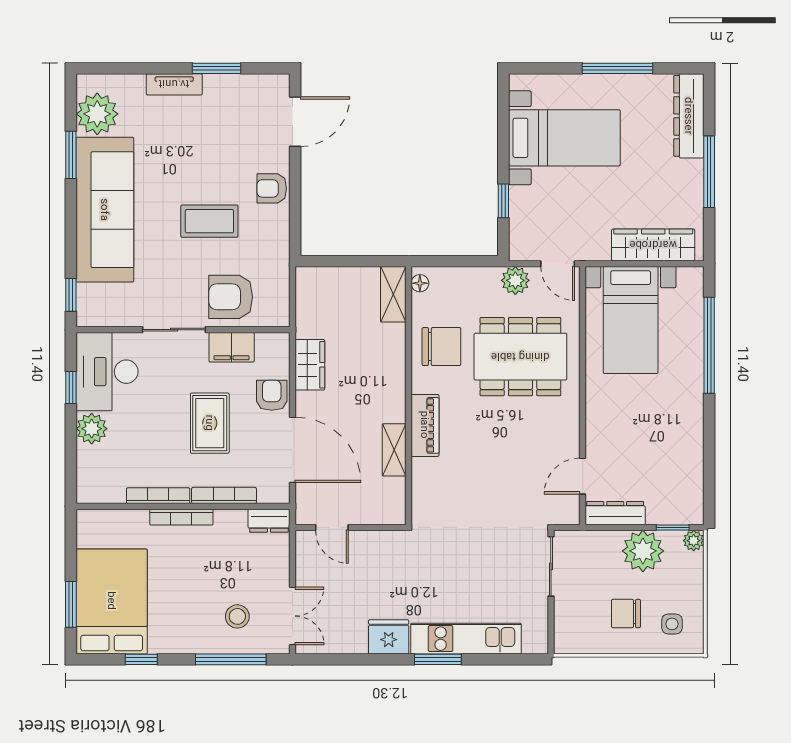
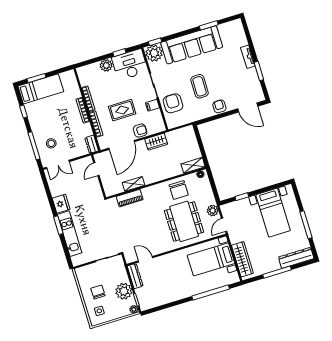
plant: (97, 114) -> (154, 53), moved
filing cabinet: (232, 347) -> (152, 105), width x0.50
piano: (425, 425) -> (130, 198), moved
bed: (112, 601) -> (41, 89), width x0.67

